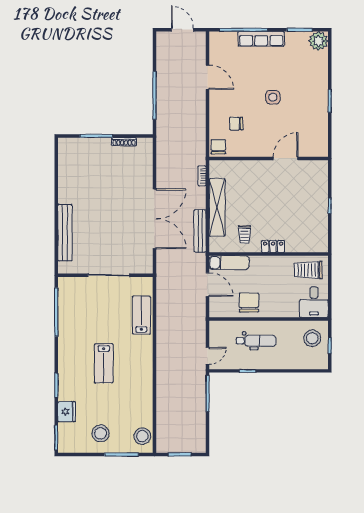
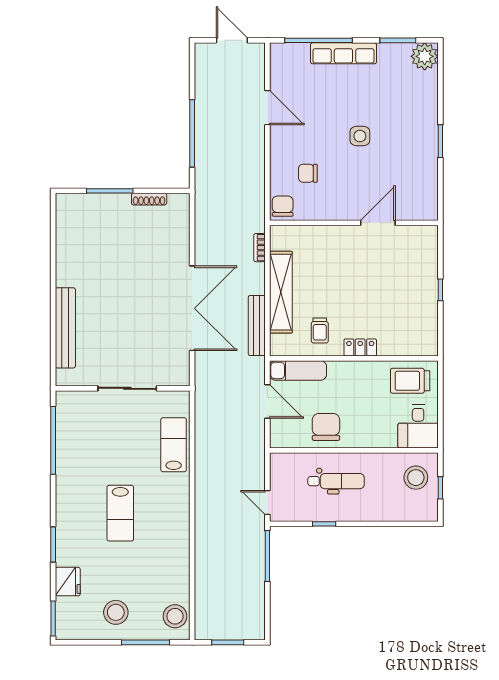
door: (208, 356) -> (267, 503), swing flipped

